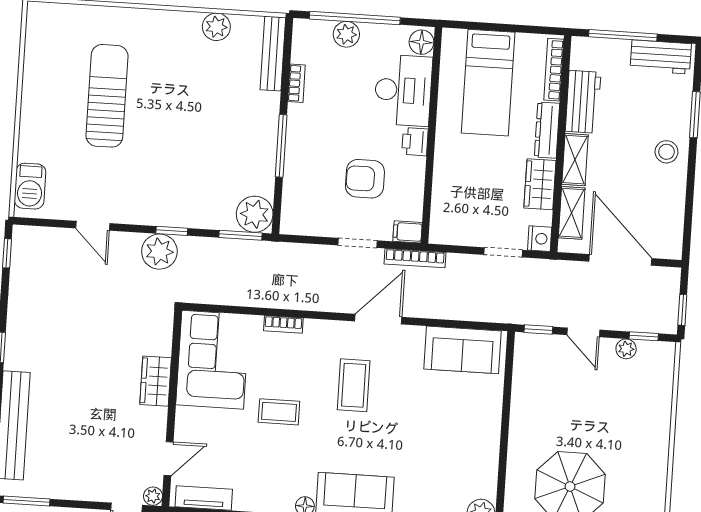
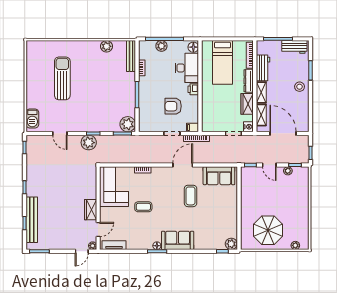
wardrobe: (156, 381) -> (91, 210), moved
coffee table: (354, 385) -> (191, 196), moved

